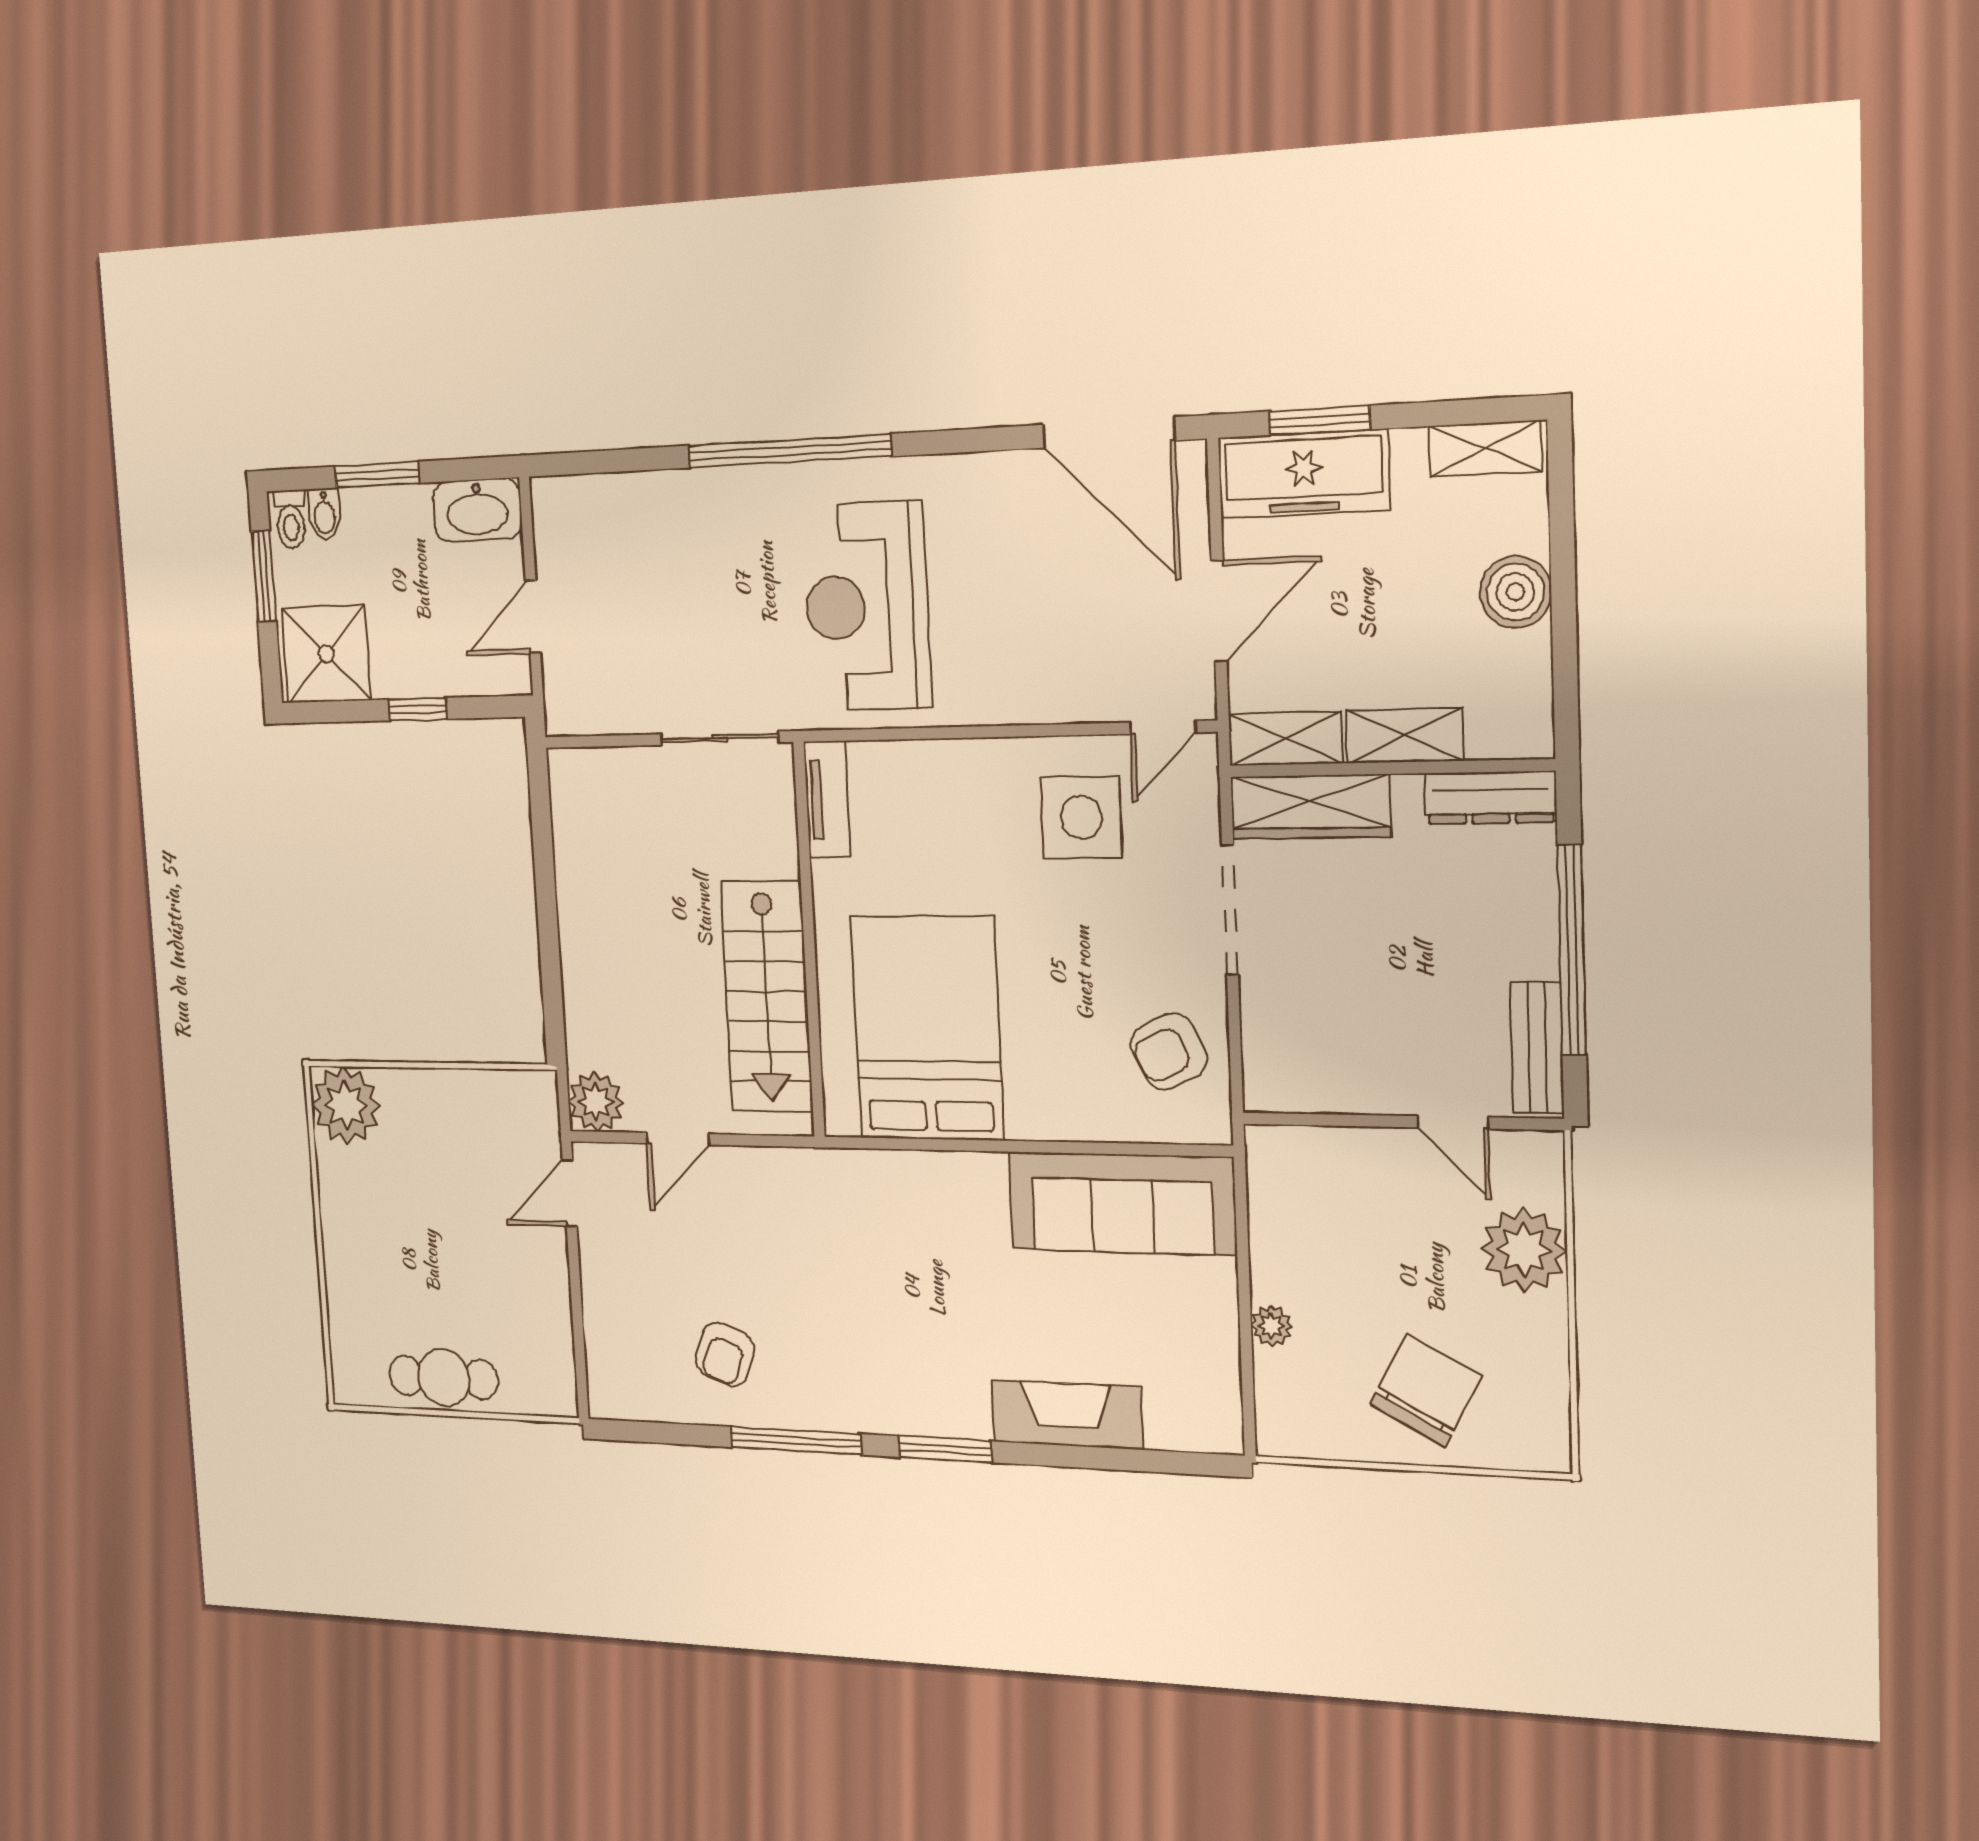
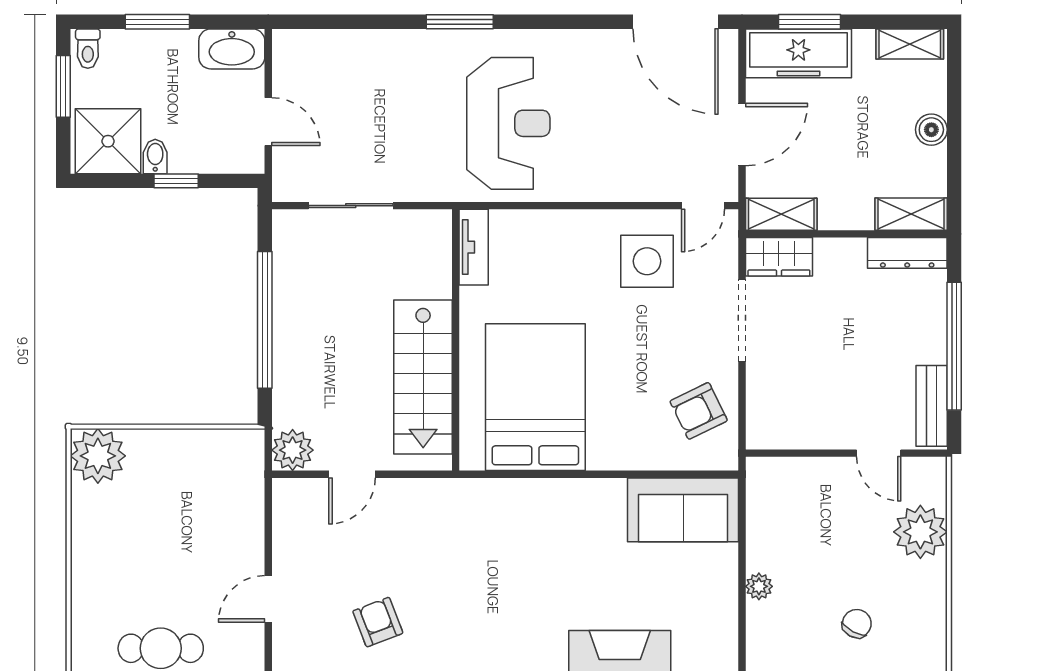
window: (789, 451) -> (460, 22), width x0.47
bidet: (325, 514) -> (155, 156), moved, turned 180
boiler: (1515, 592) -> (931, 130), width x0.73, depth x0.73
reception desk: (867, 607) -> (508, 123), turned 180
door: (533, 617) -> (268, 122), swing flipped
shelving: (1405, 736) -> (911, 214), moved
sliding door: (720, 738) -> (351, 206), moved
wardrobe: (1310, 807) -> (779, 257), width x0.67
window: (547, 912) -> (265, 320), added
door: (570, 1193) -> (268, 599), moved
sofa: (1122, 1203) -> (683, 510), width x0.73
armchair: (725, 1355) -> (378, 622), turned 138
chair: (1426, 1390) -> (857, 624), width x0.54, depth x0.54

